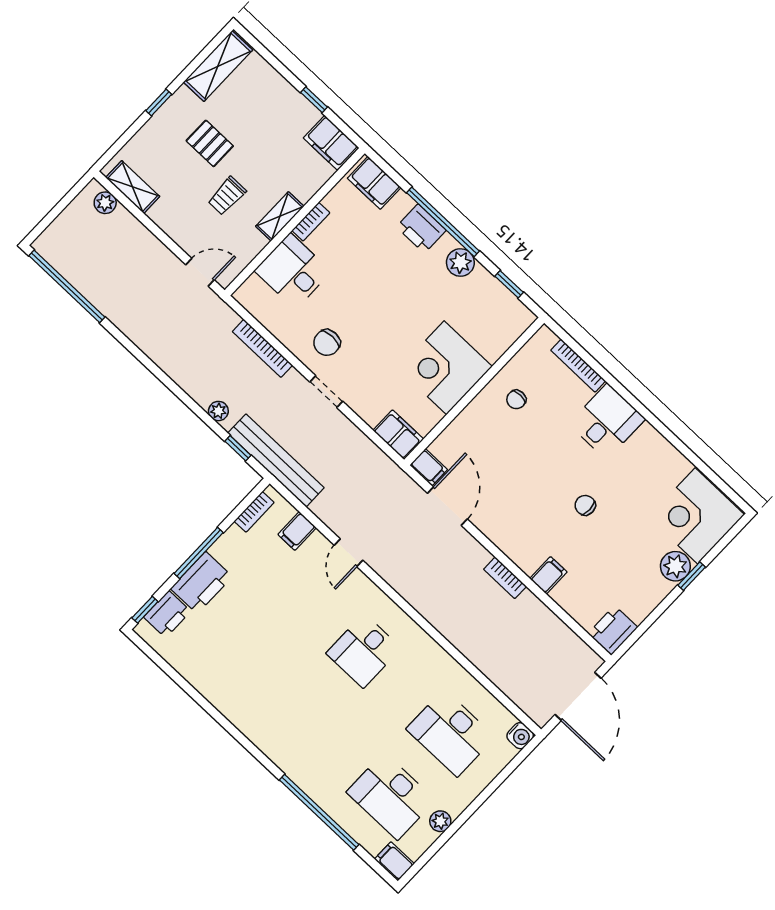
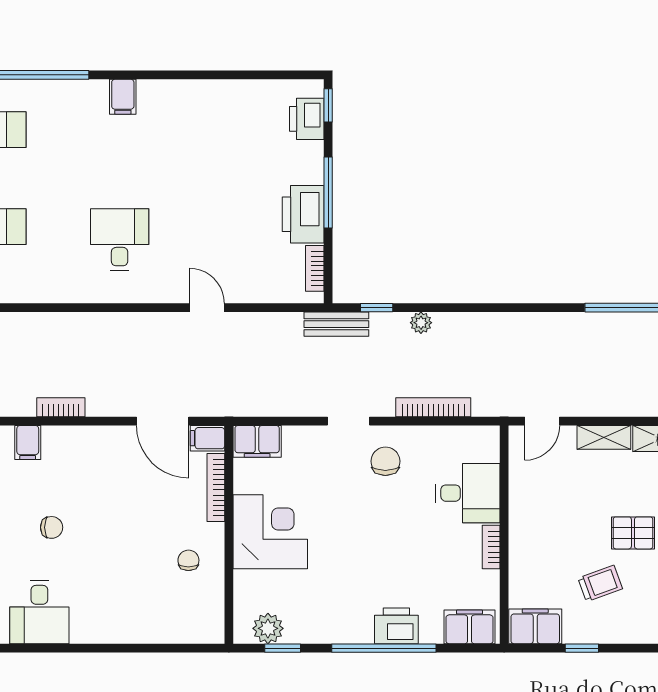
trolley: (227, 196) -> (600, 583), moved, turned 70
shelving: (280, 216) -> (604, 437), moved, turned 90
plant: (460, 262) -> (268, 628), moved
bookcase: (578, 366) -> (216, 487), moved, turned -90
desk: (607, 421) -> (39, 612), moved
bench: (276, 460) -> (336, 324), width x0.54, depth x0.82
filing cabinet: (297, 531) -> (123, 97), moved, turned 180
printer: (202, 583) -> (303, 214), moved

